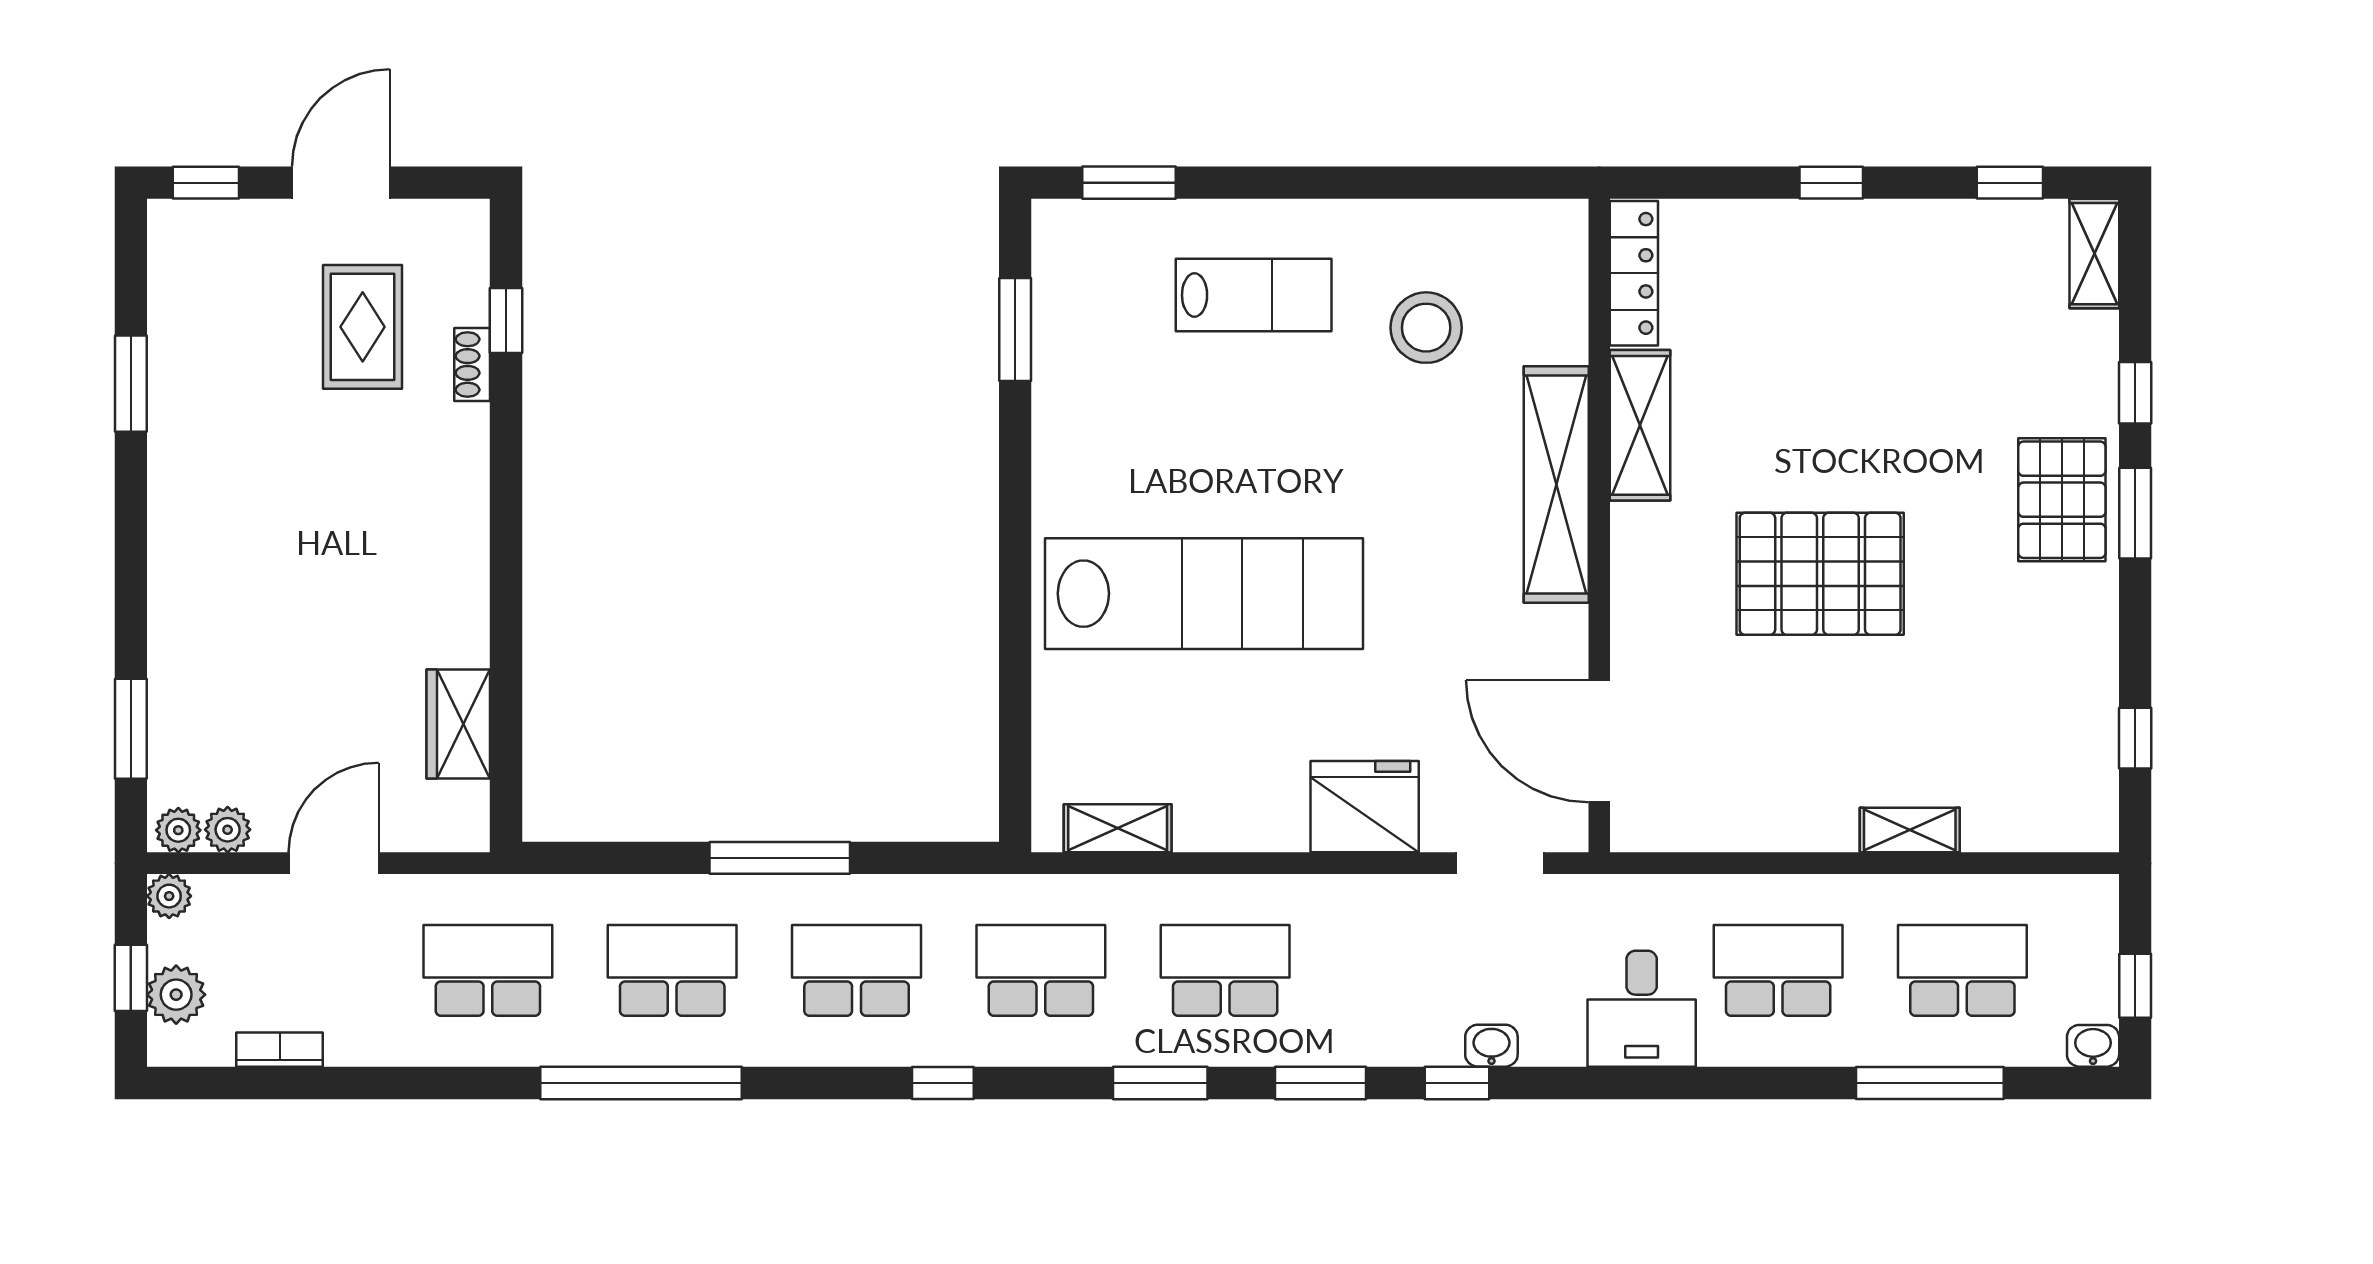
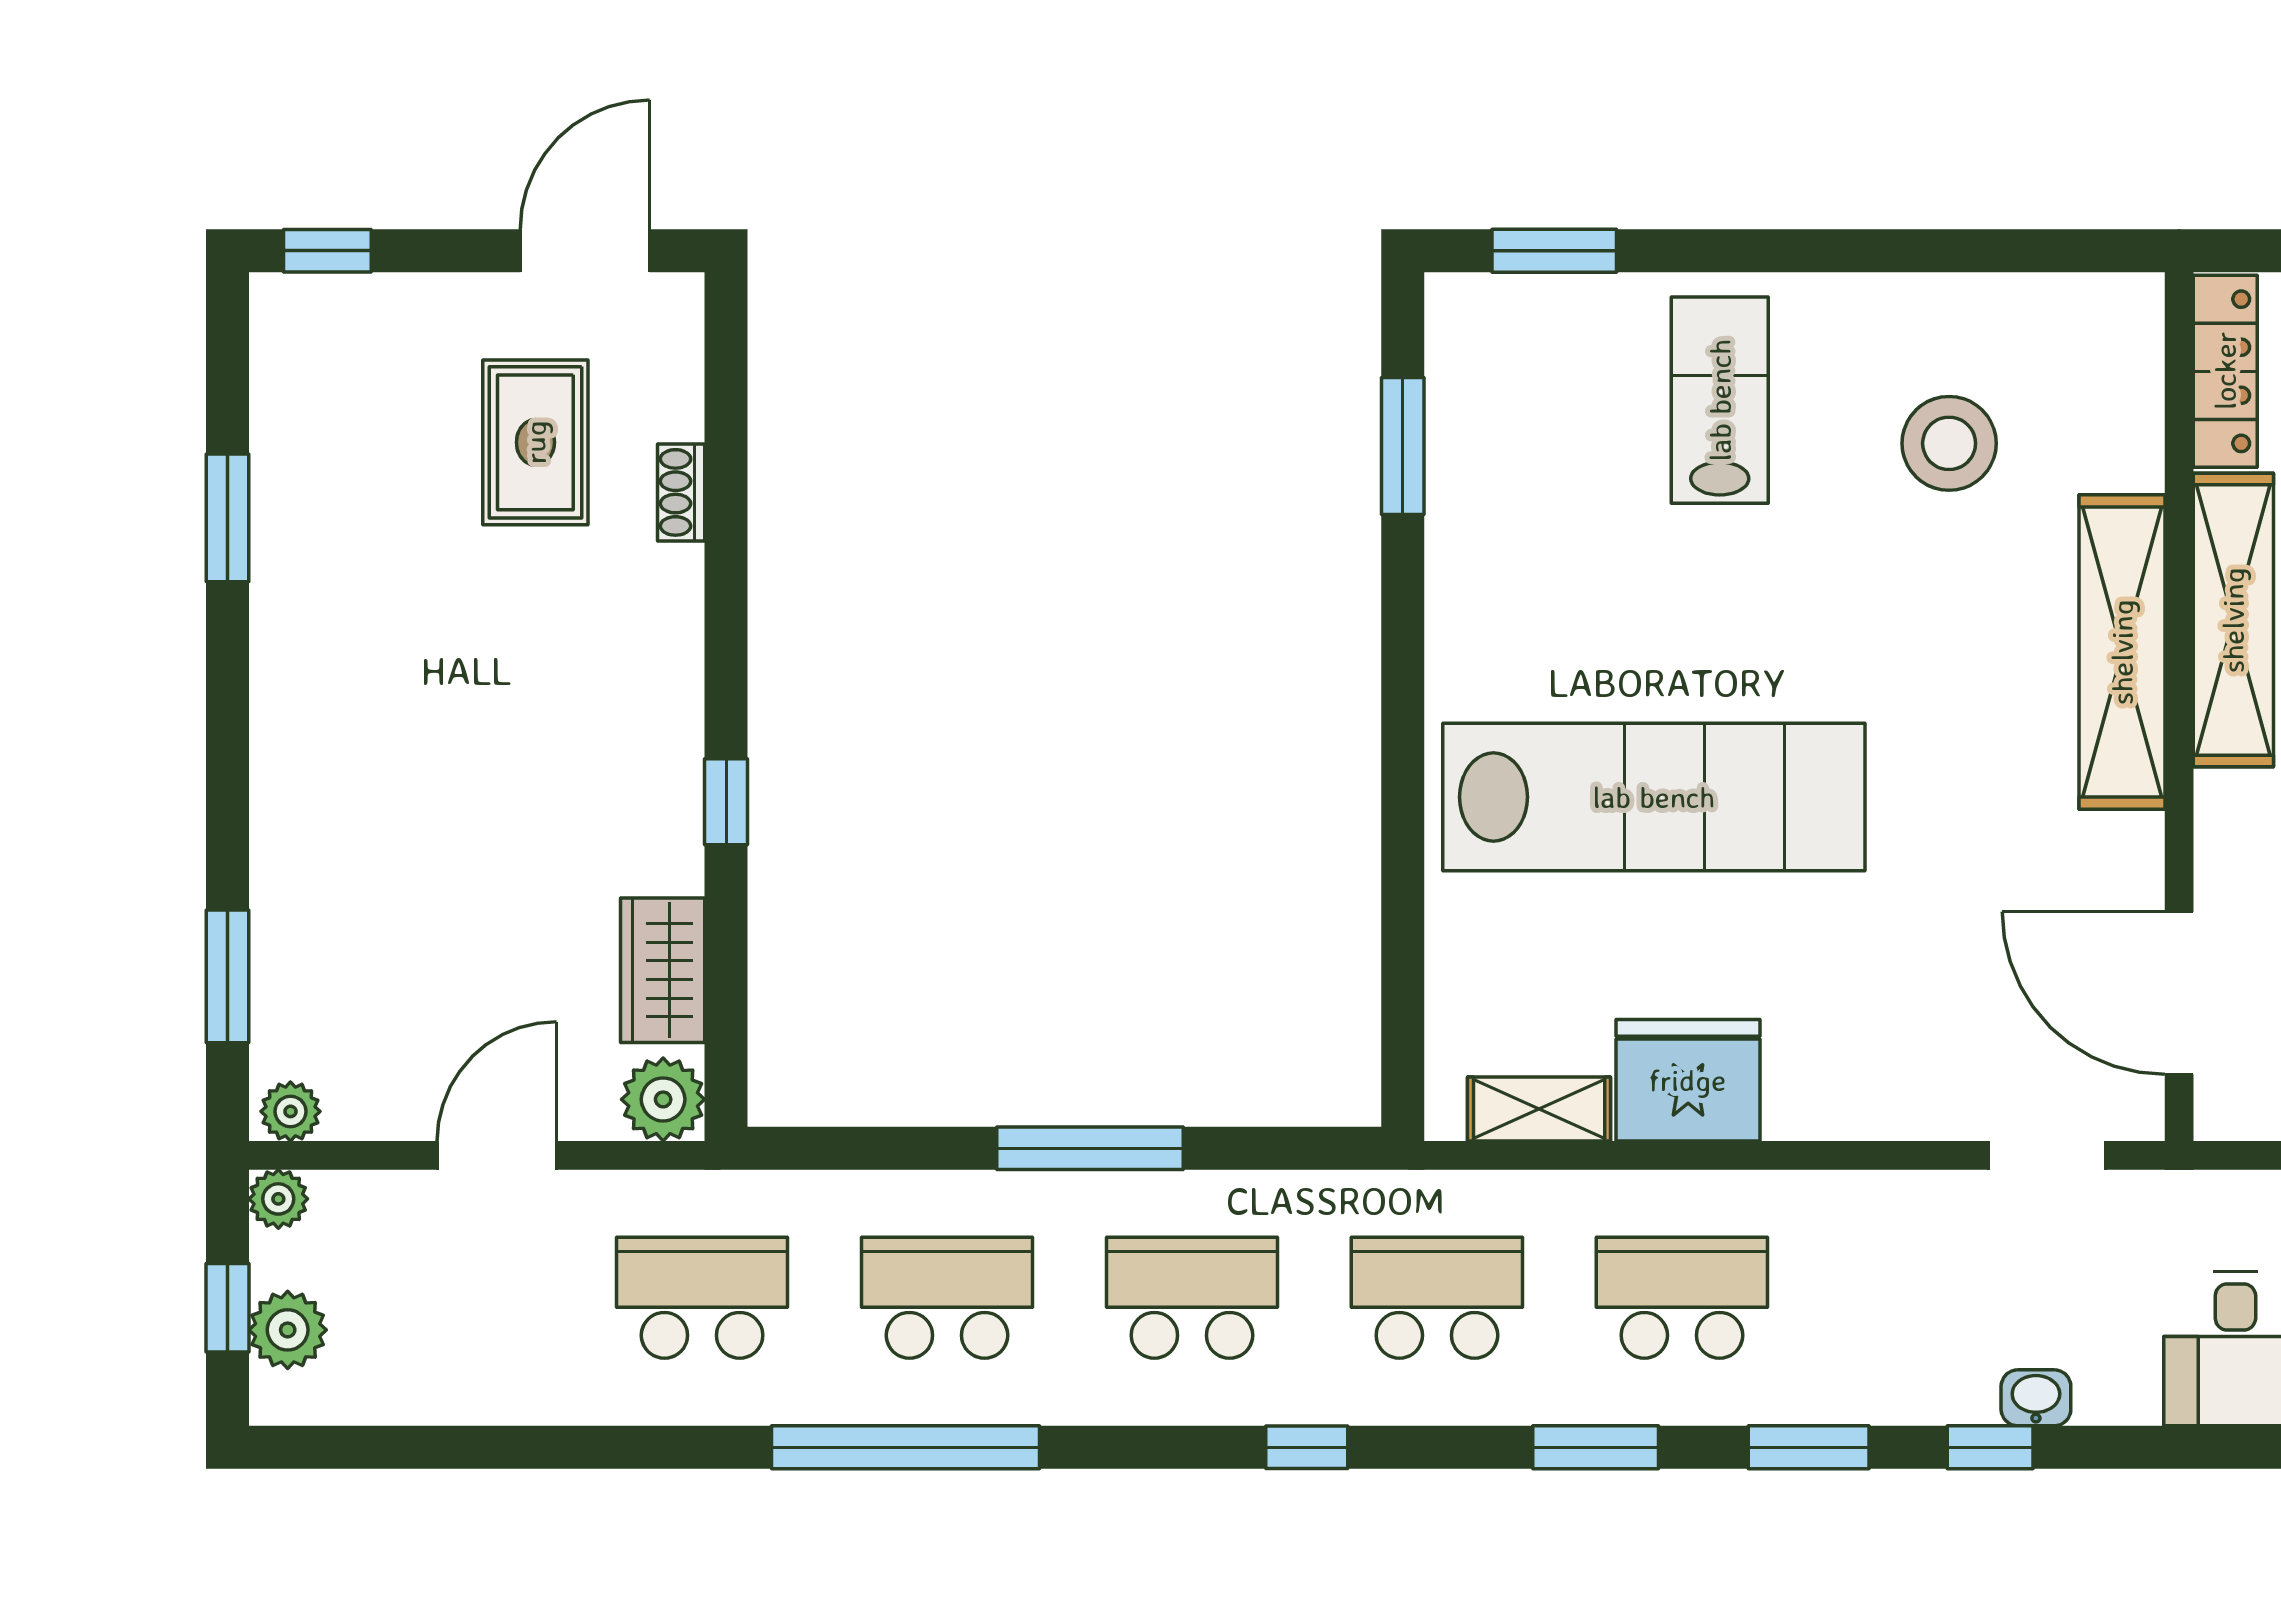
door: (341, 183) -> (585, 251), moved
lab bench: (1254, 295) -> (1720, 400), turned -90
window: (506, 321) -> (726, 802), moved
shelving: (1640, 425) -> (2233, 620), width x1.47
fridge: (1365, 807) -> (1688, 1080), moved
plant: (228, 830) -> (663, 1099), moved, width x1.38, depth x1.38
bookcase: (280, 1050) -> (425, 1403), removed

